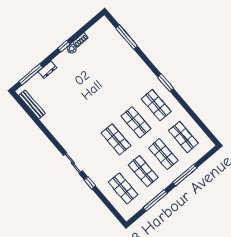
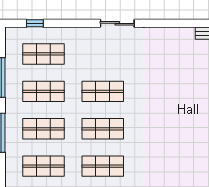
window: (90, 183) -> (35, 23), moved

